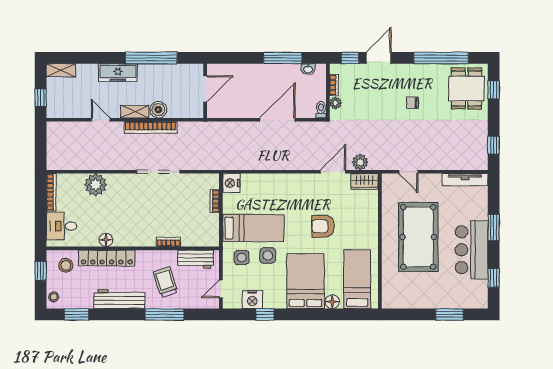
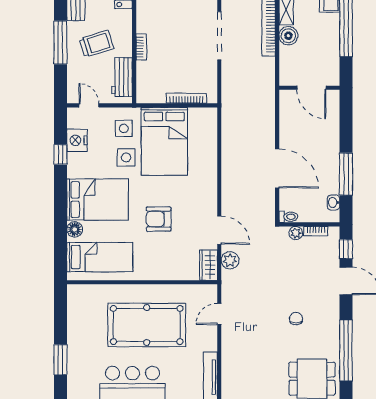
nightstand: (231, 183) -> (207, 117), removed
bookcase: (215, 201) -> (187, 98), width x1.56
armchair: (323, 226) -> (159, 219), turned -90
bed: (253, 228) -> (164, 141), width x1.50

